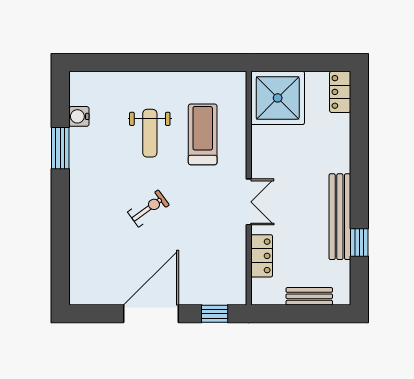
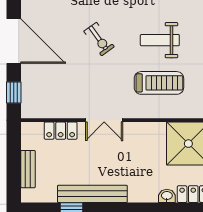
washbasin: (342, 125) -> (167, 196), added

